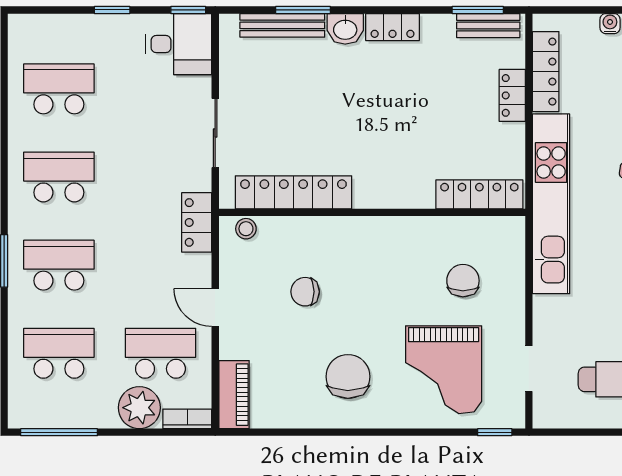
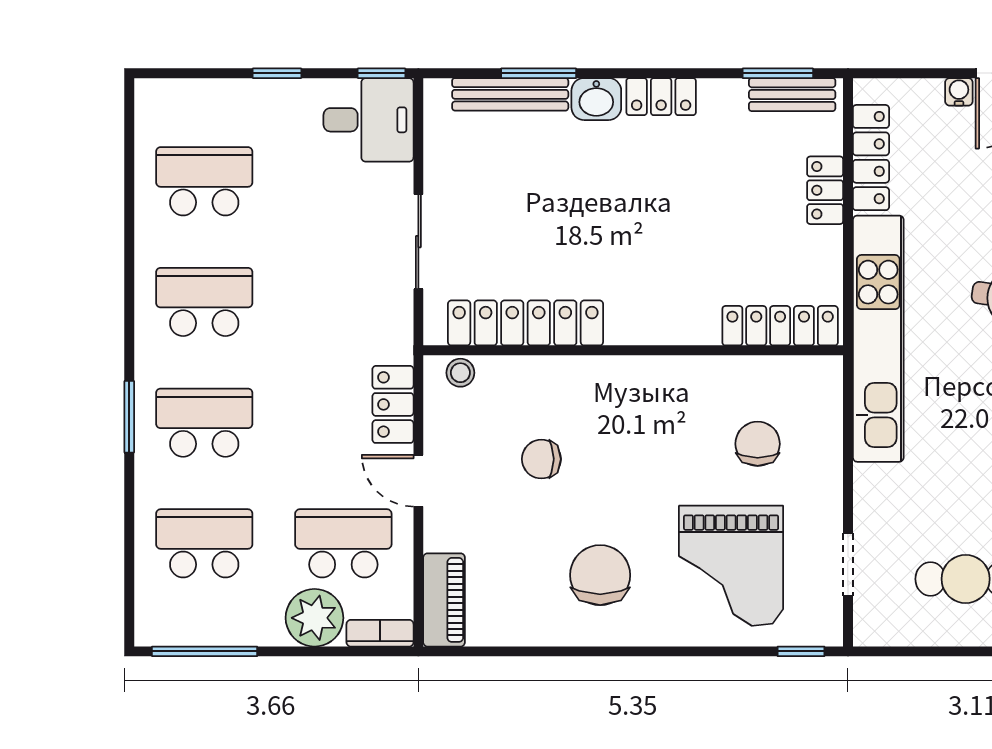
locker: (197, 222) -> (393, 404), moved

